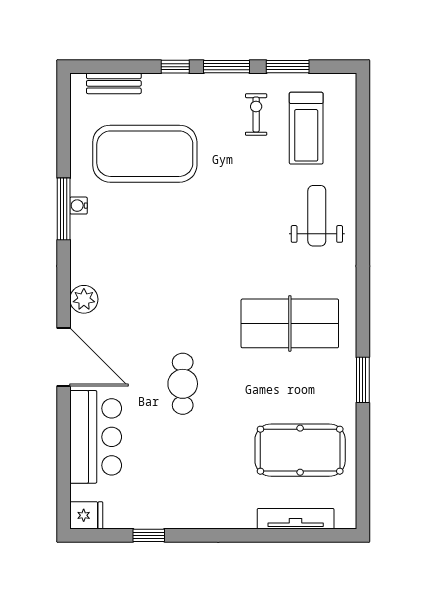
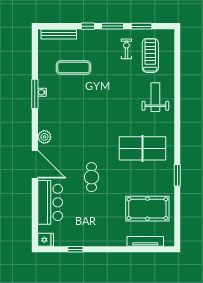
bench: (114, 83) -> (59, 34), width x1.36
treadmill: (306, 128) -> (150, 55), turned 180
exercise mat: (145, 154) -> (73, 68), width x0.50, depth x0.69

